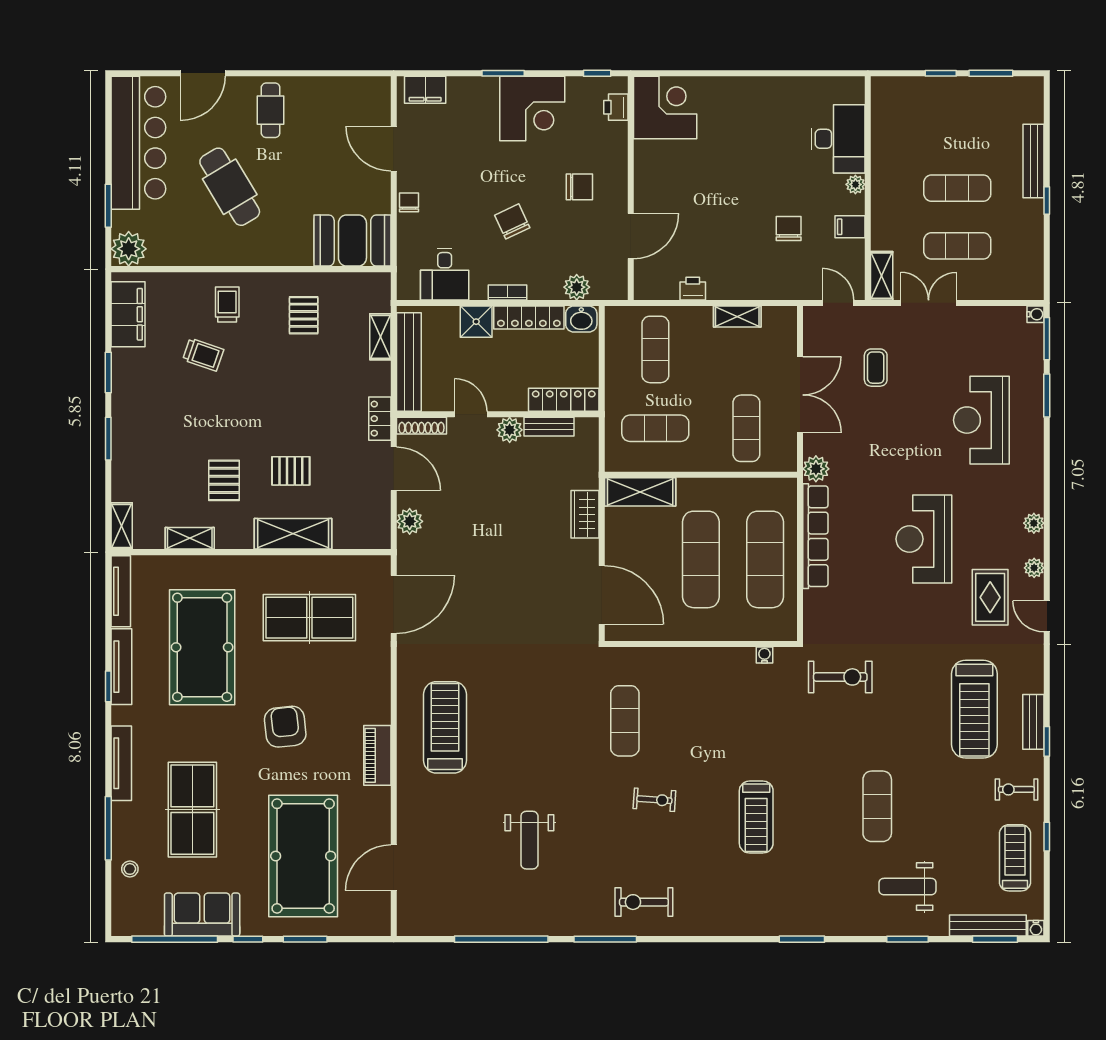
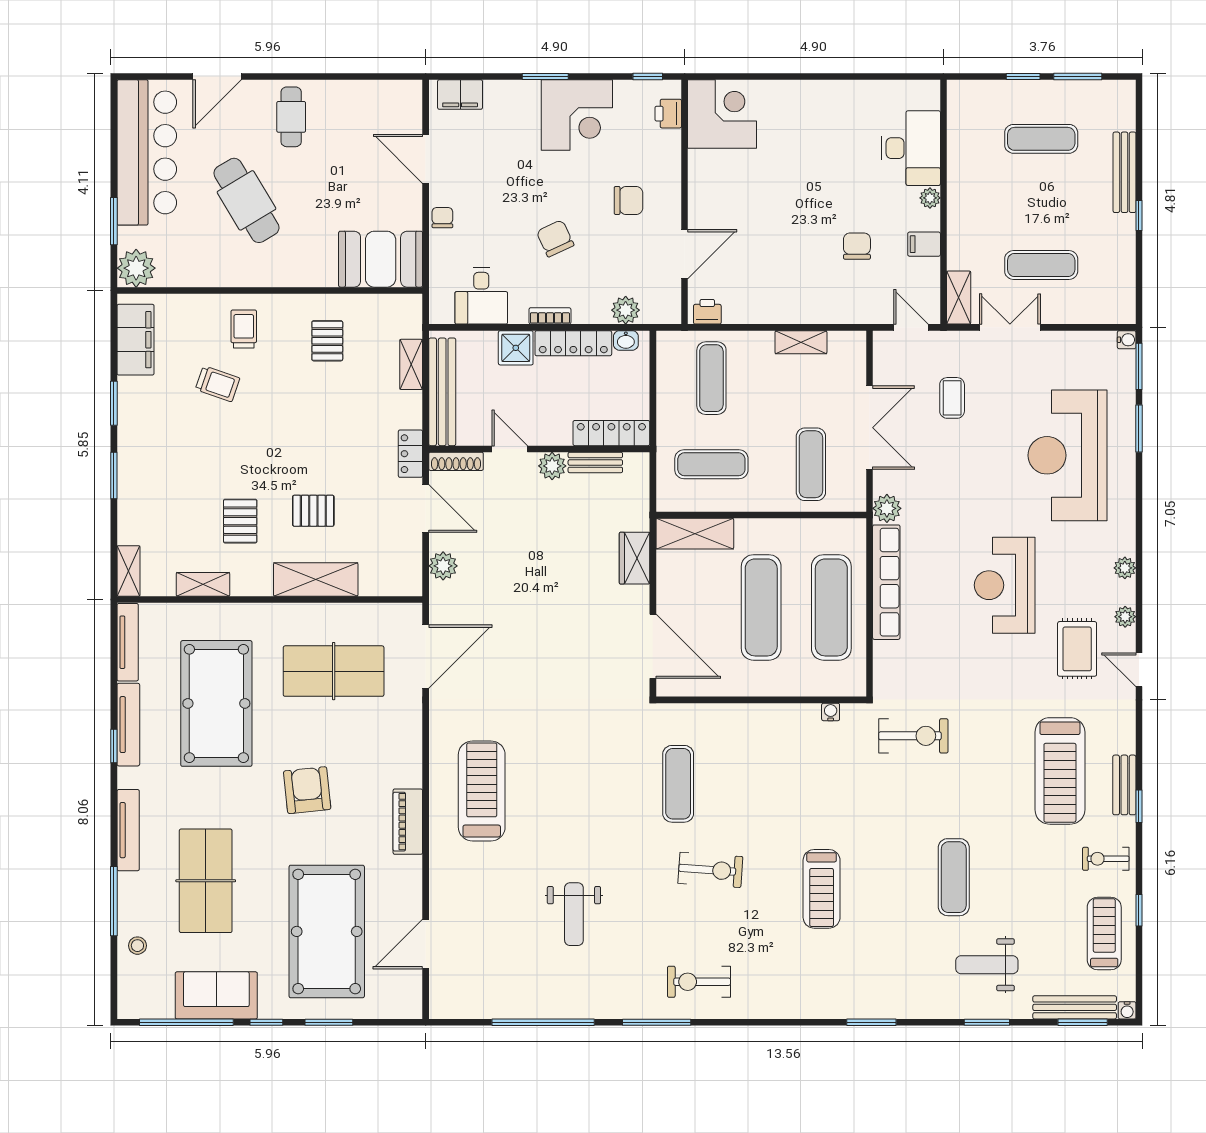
exercise mat: (957, 188) -> (1041, 139), moved
printer: (693, 289) -> (707, 312), moved
washbasin: (581, 319) -> (626, 340), width x0.72, depth x0.69
reception desk: (981, 420) -> (1067, 455), width x1.36, depth x1.30
exercise bike: (654, 800) -> (710, 870), width x1.38, depth x1.39

